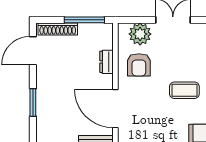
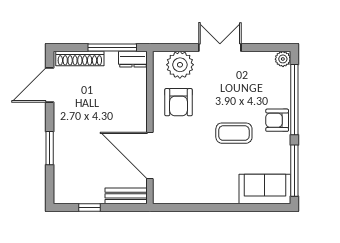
dresser: (107, 62) -> (133, 59), moved, turned -90

